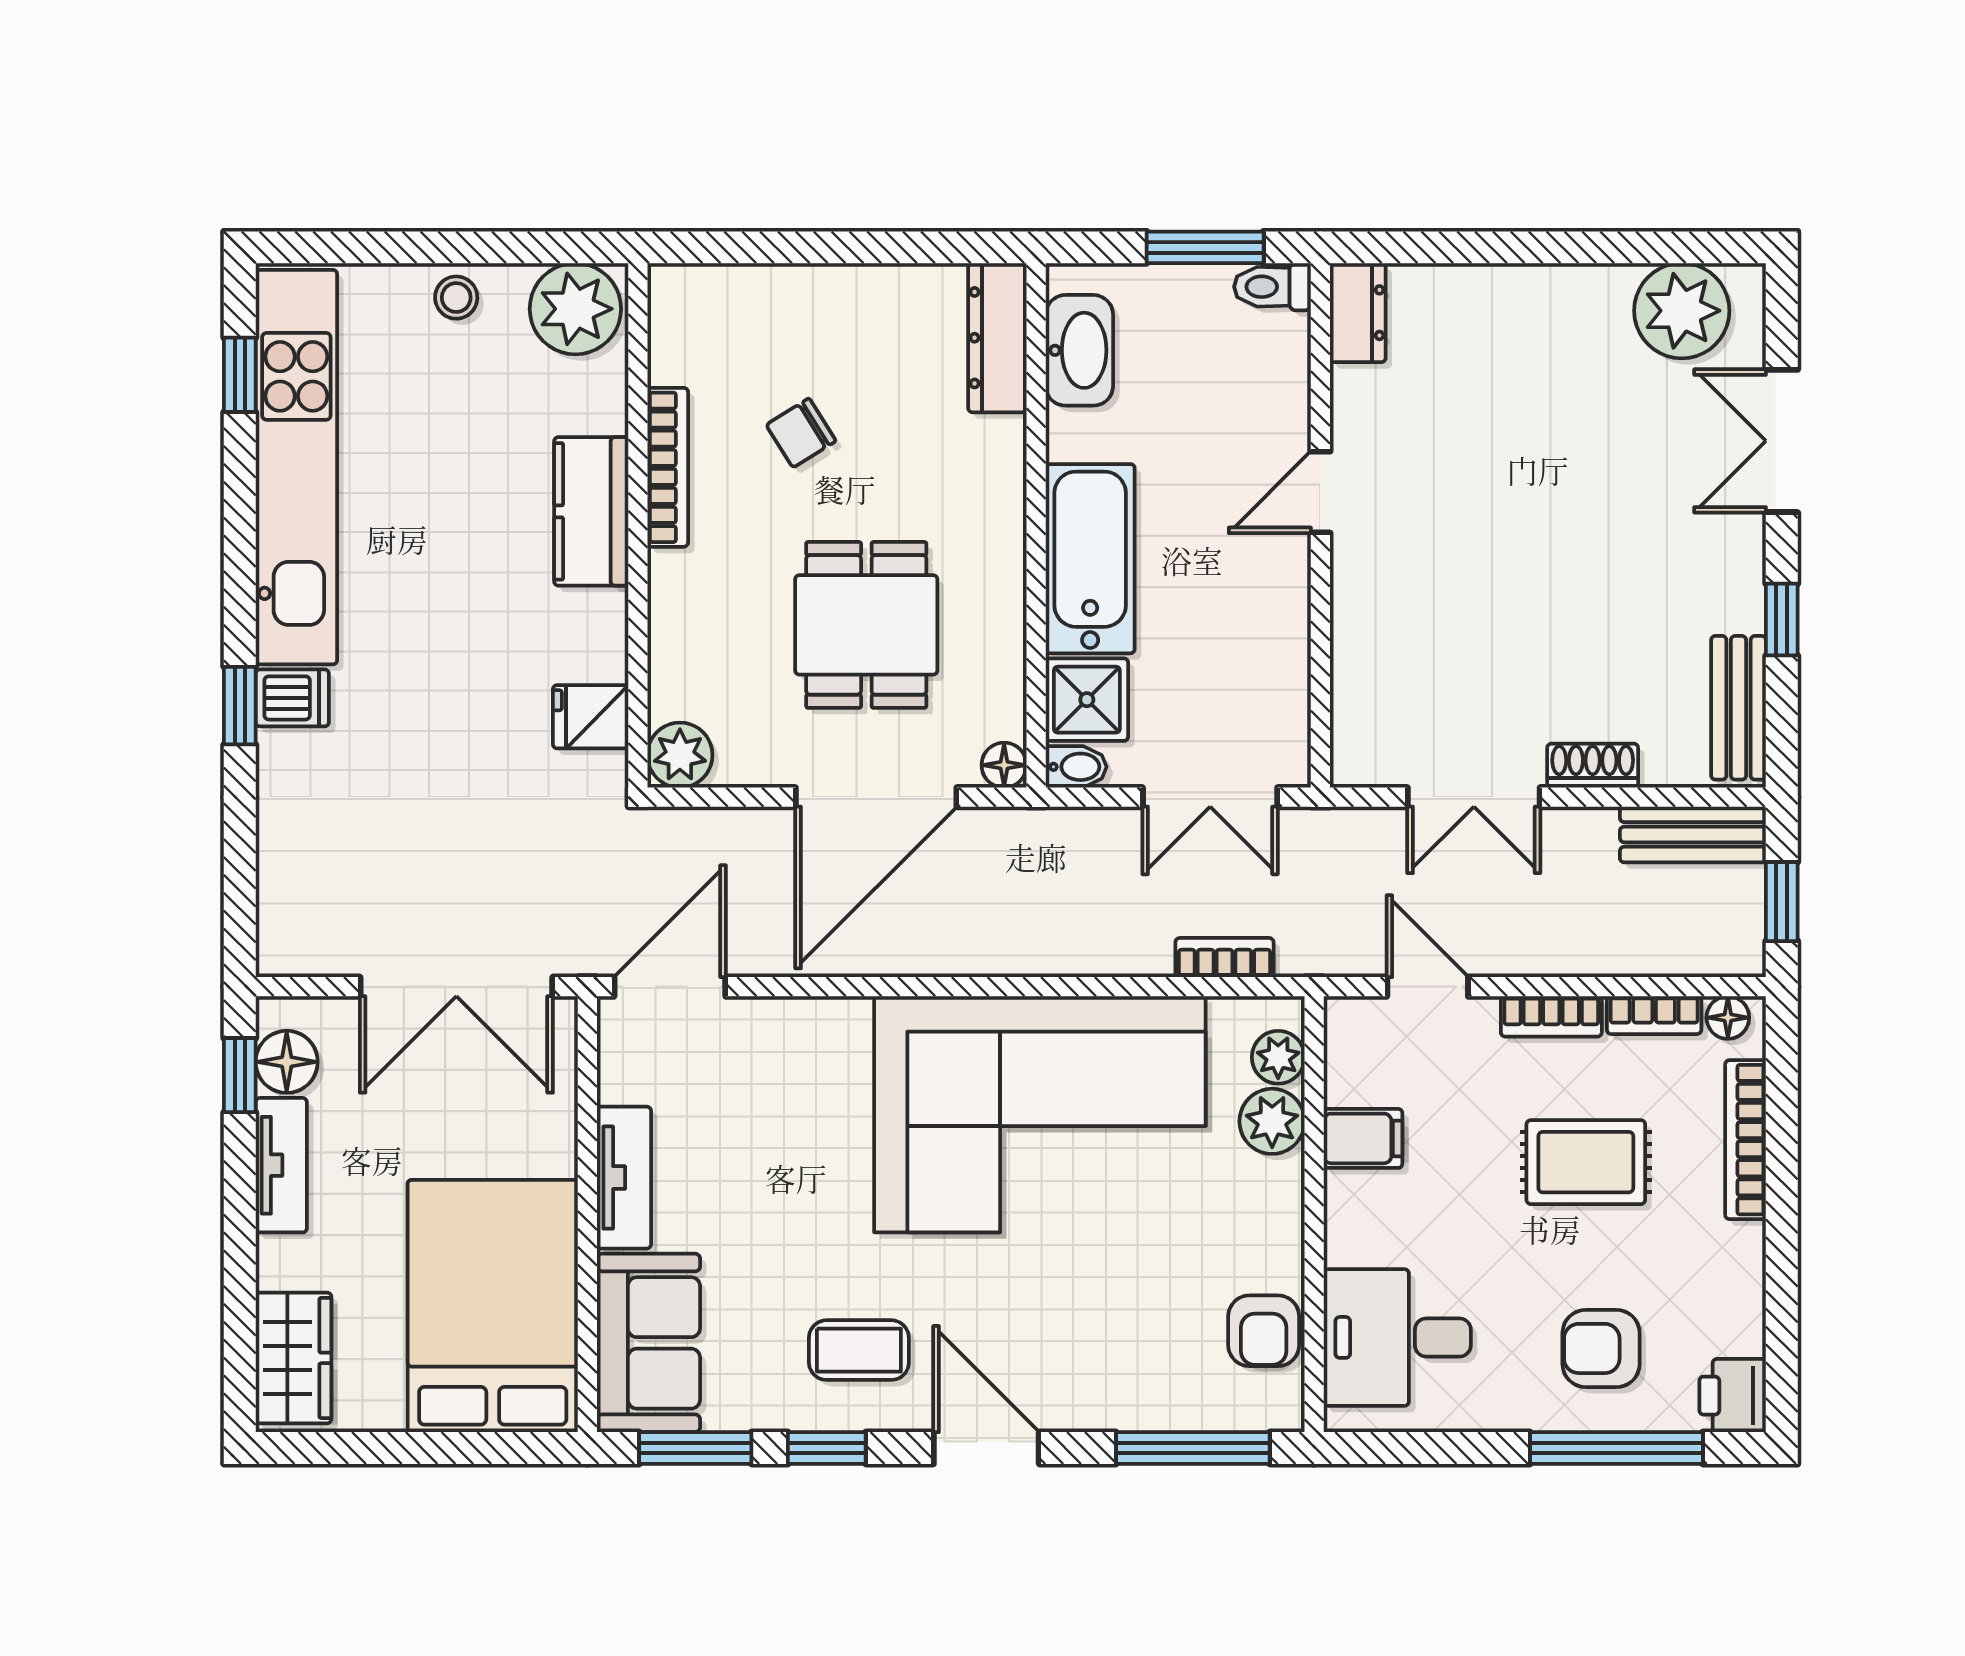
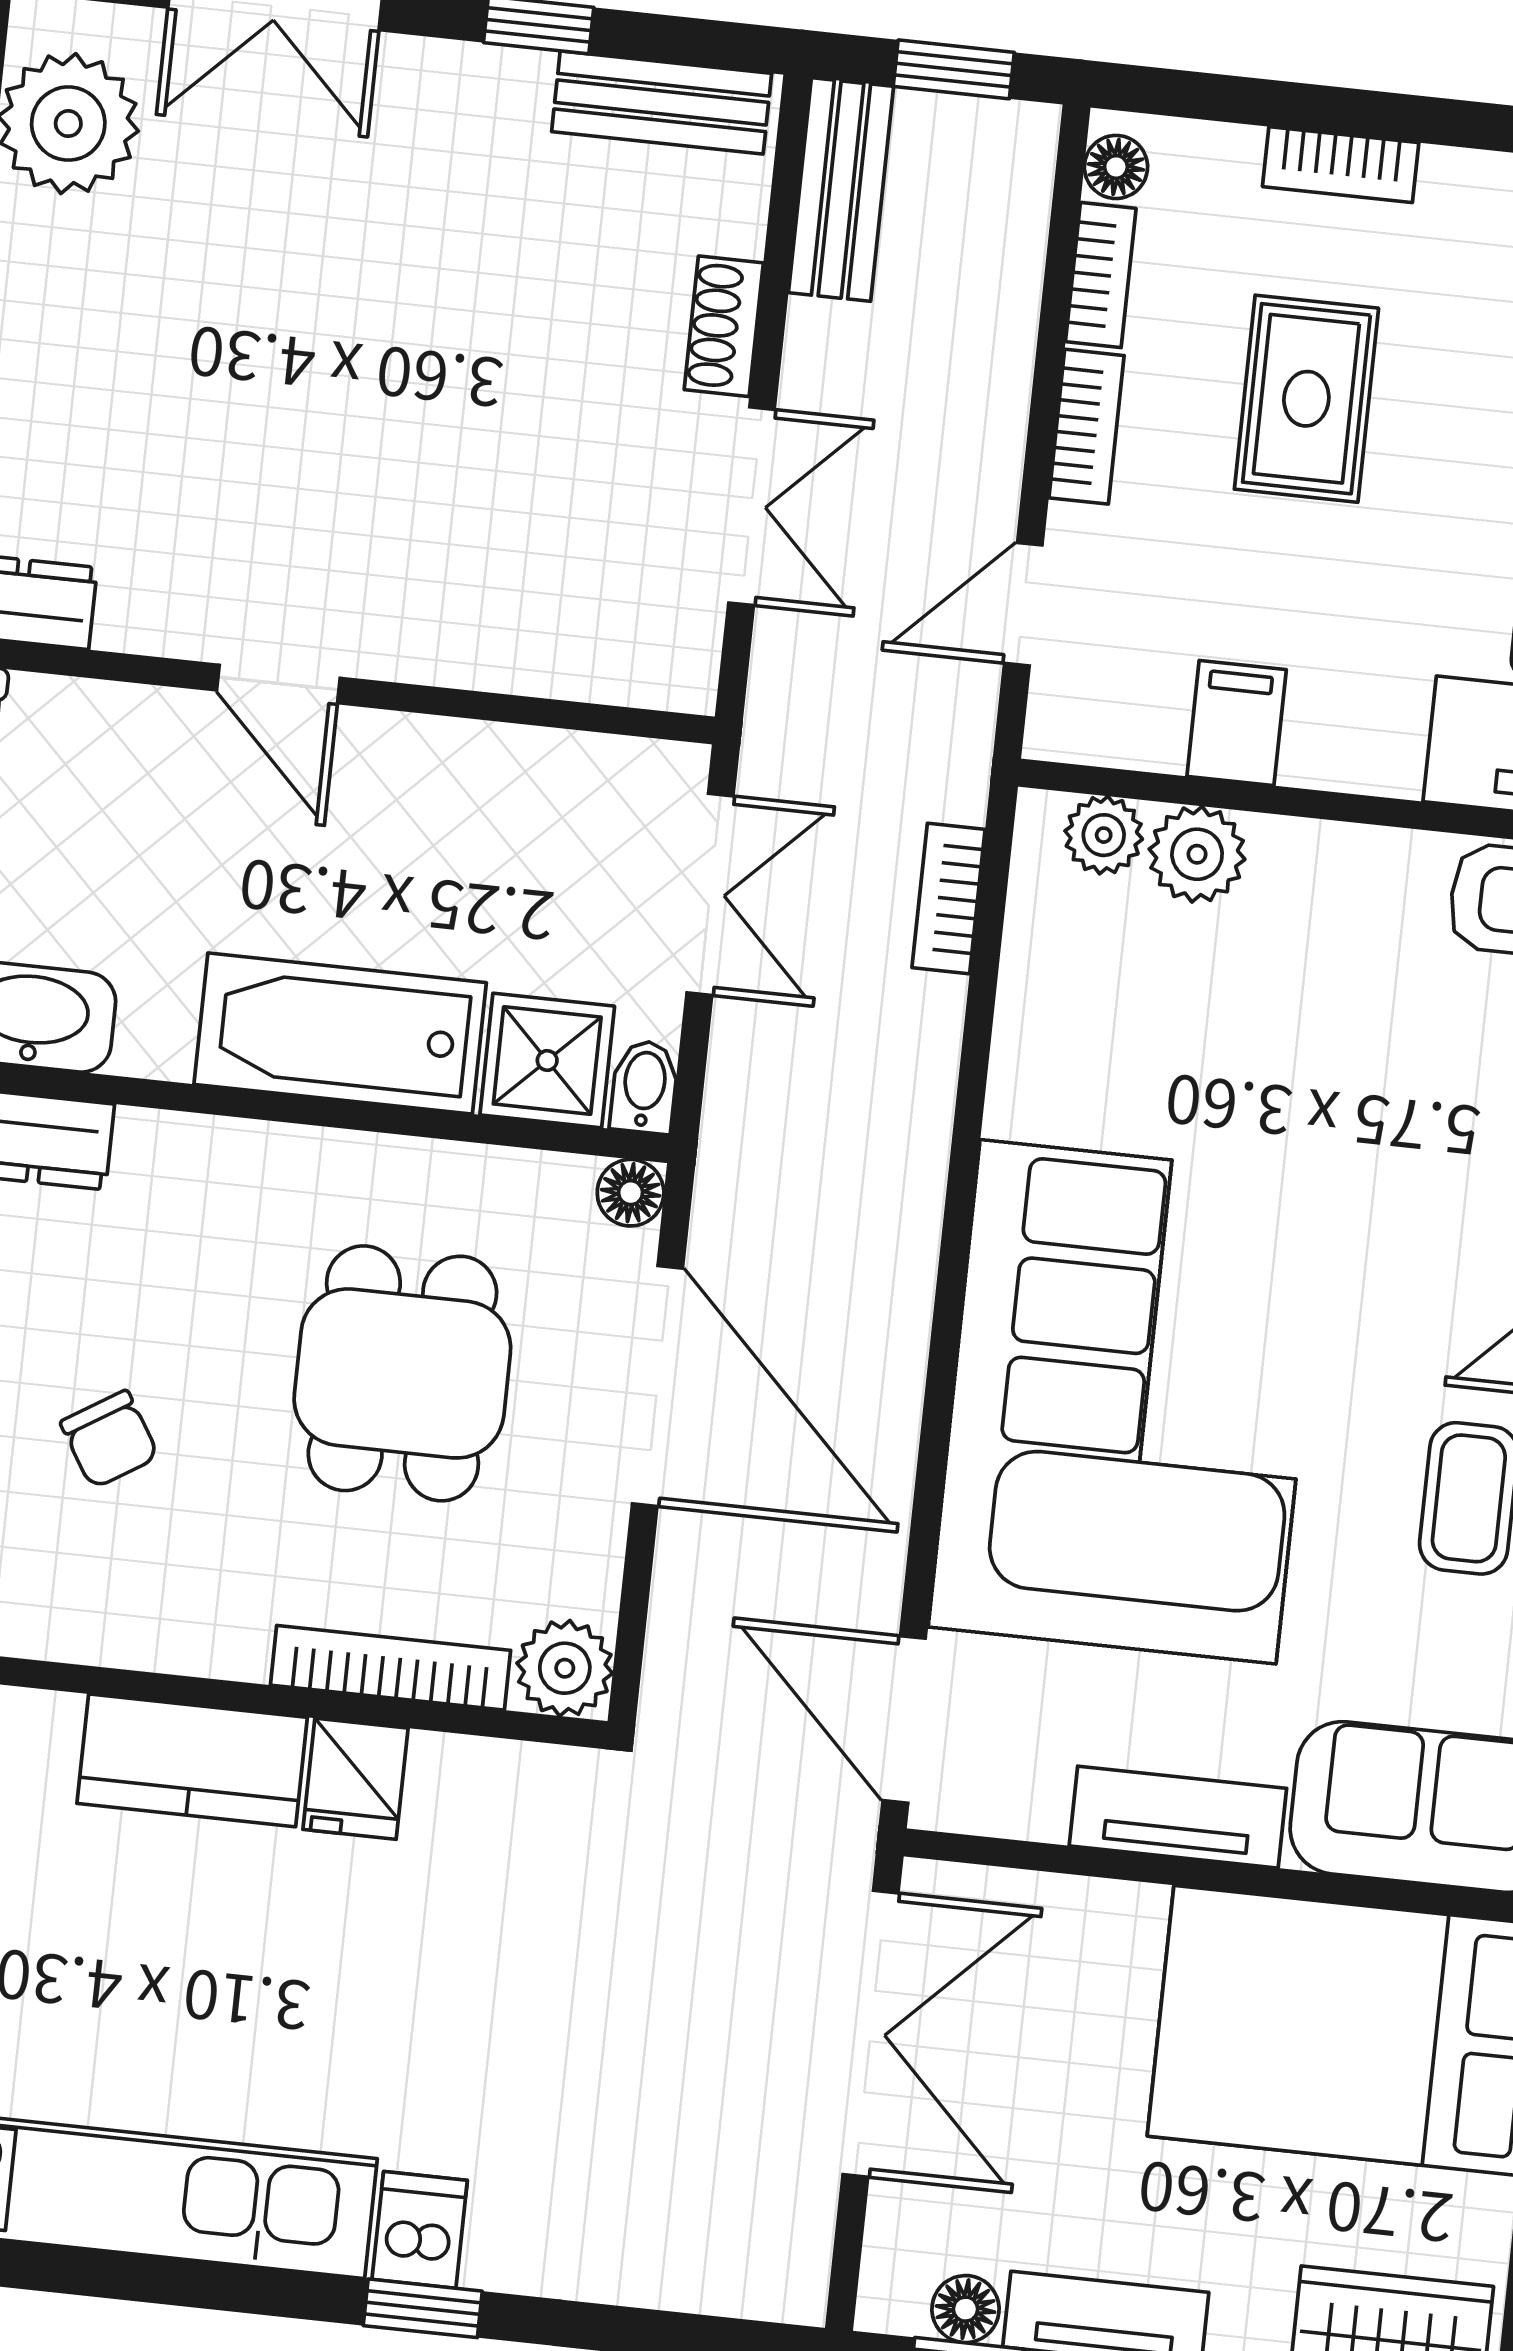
bookcase: (668, 467) -> (391, 1668), moved
dining table: (866, 625) -> (402, 1373), turned 90
fridge: (591, 717) -> (355, 1779), moved
floor lamp: (287, 1062) -> (966, 2309), width x0.73, depth x0.73
corner sofa: (1040, 1114) -> (1128, 1402), moved
bookcase: (1746, 1140) -> (1341, 165), width x0.64

